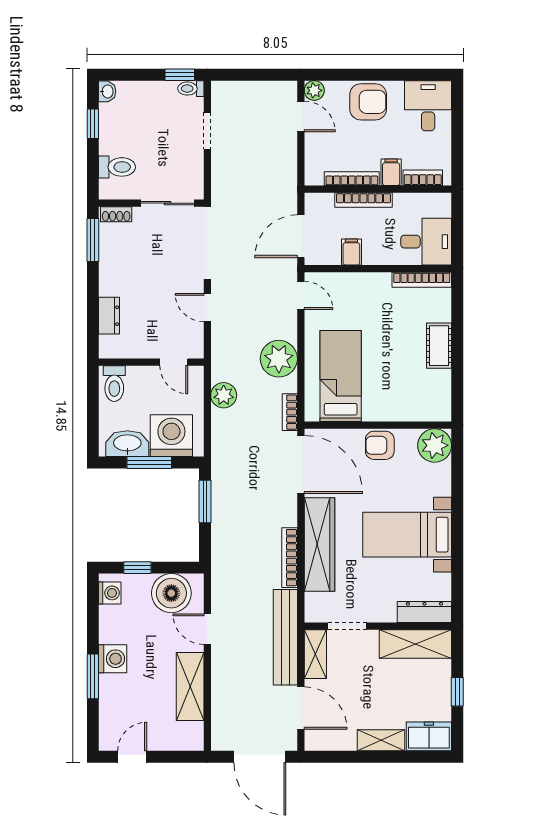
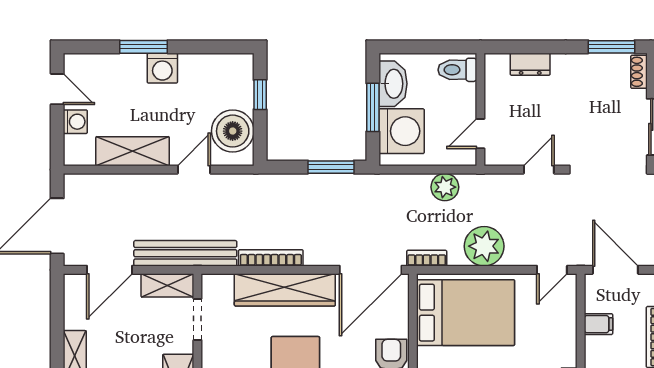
bed: (341, 376) -> (466, 313), width x1.50
washing machine: (110, 593) -> (75, 122), moved, turned -90

